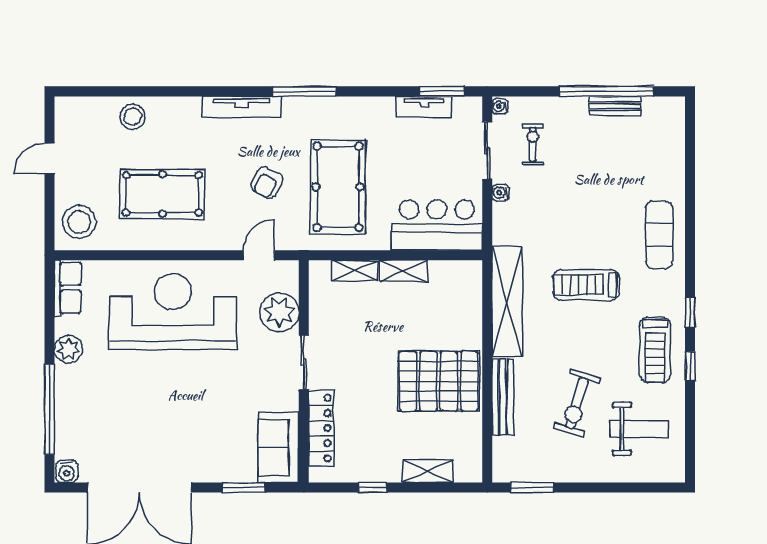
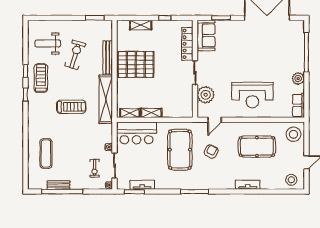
tv unit: (242, 107) -> (248, 185), moved, width x0.71
stool: (132, 117) -> (291, 180), moved
exercise mat: (659, 235) -> (46, 153), moved
shelving: (355, 270) -> (130, 113), moved
reception desk: (173, 311) -> (252, 95), width x0.74, depth x0.77
water cooler: (67, 471) -> (299, 25), removed

